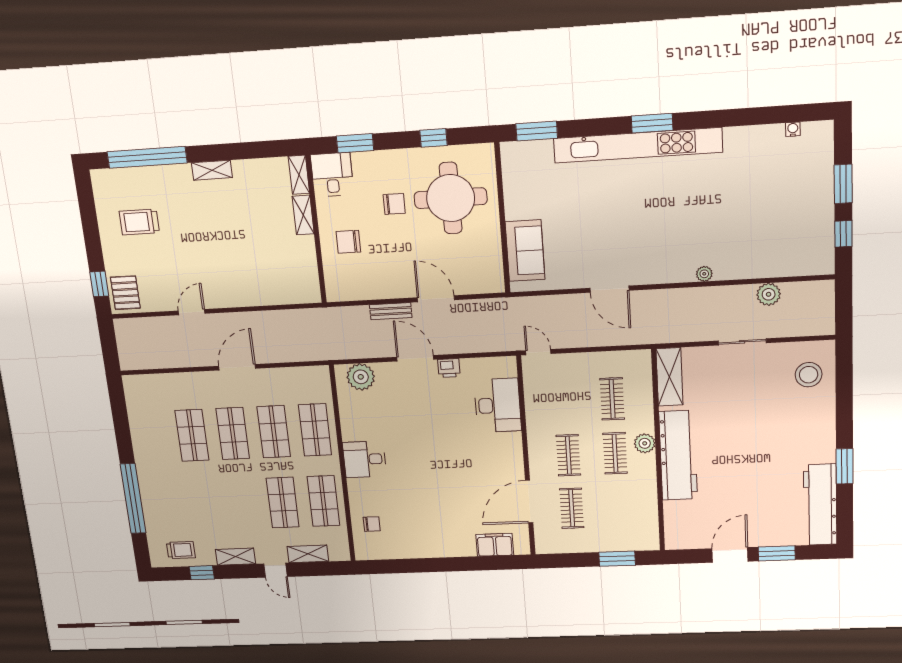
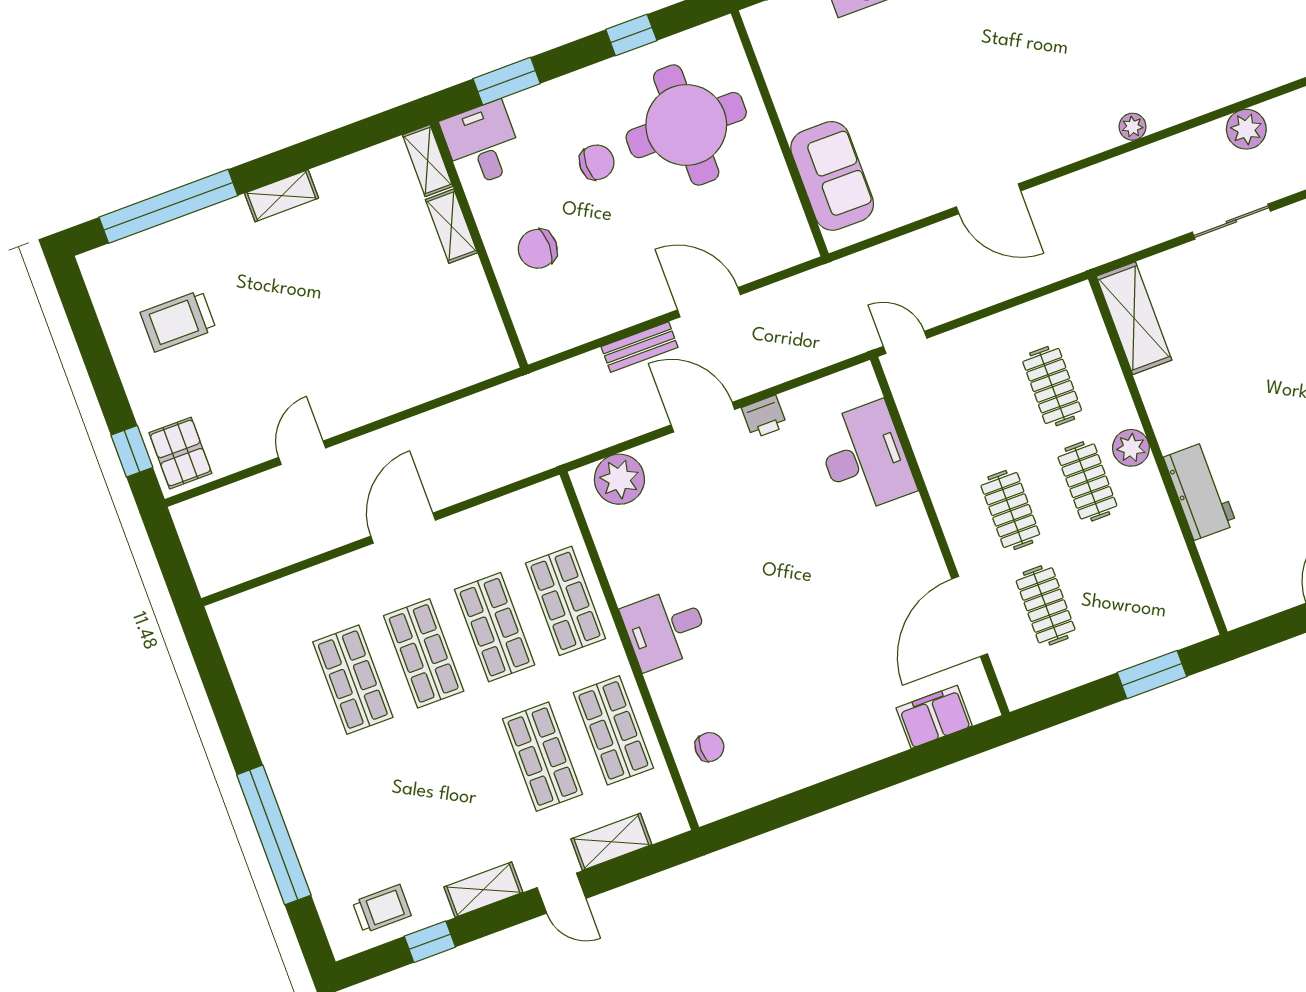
workbench: (678, 455) -> (1200, 491), width x0.53, depth x0.76

